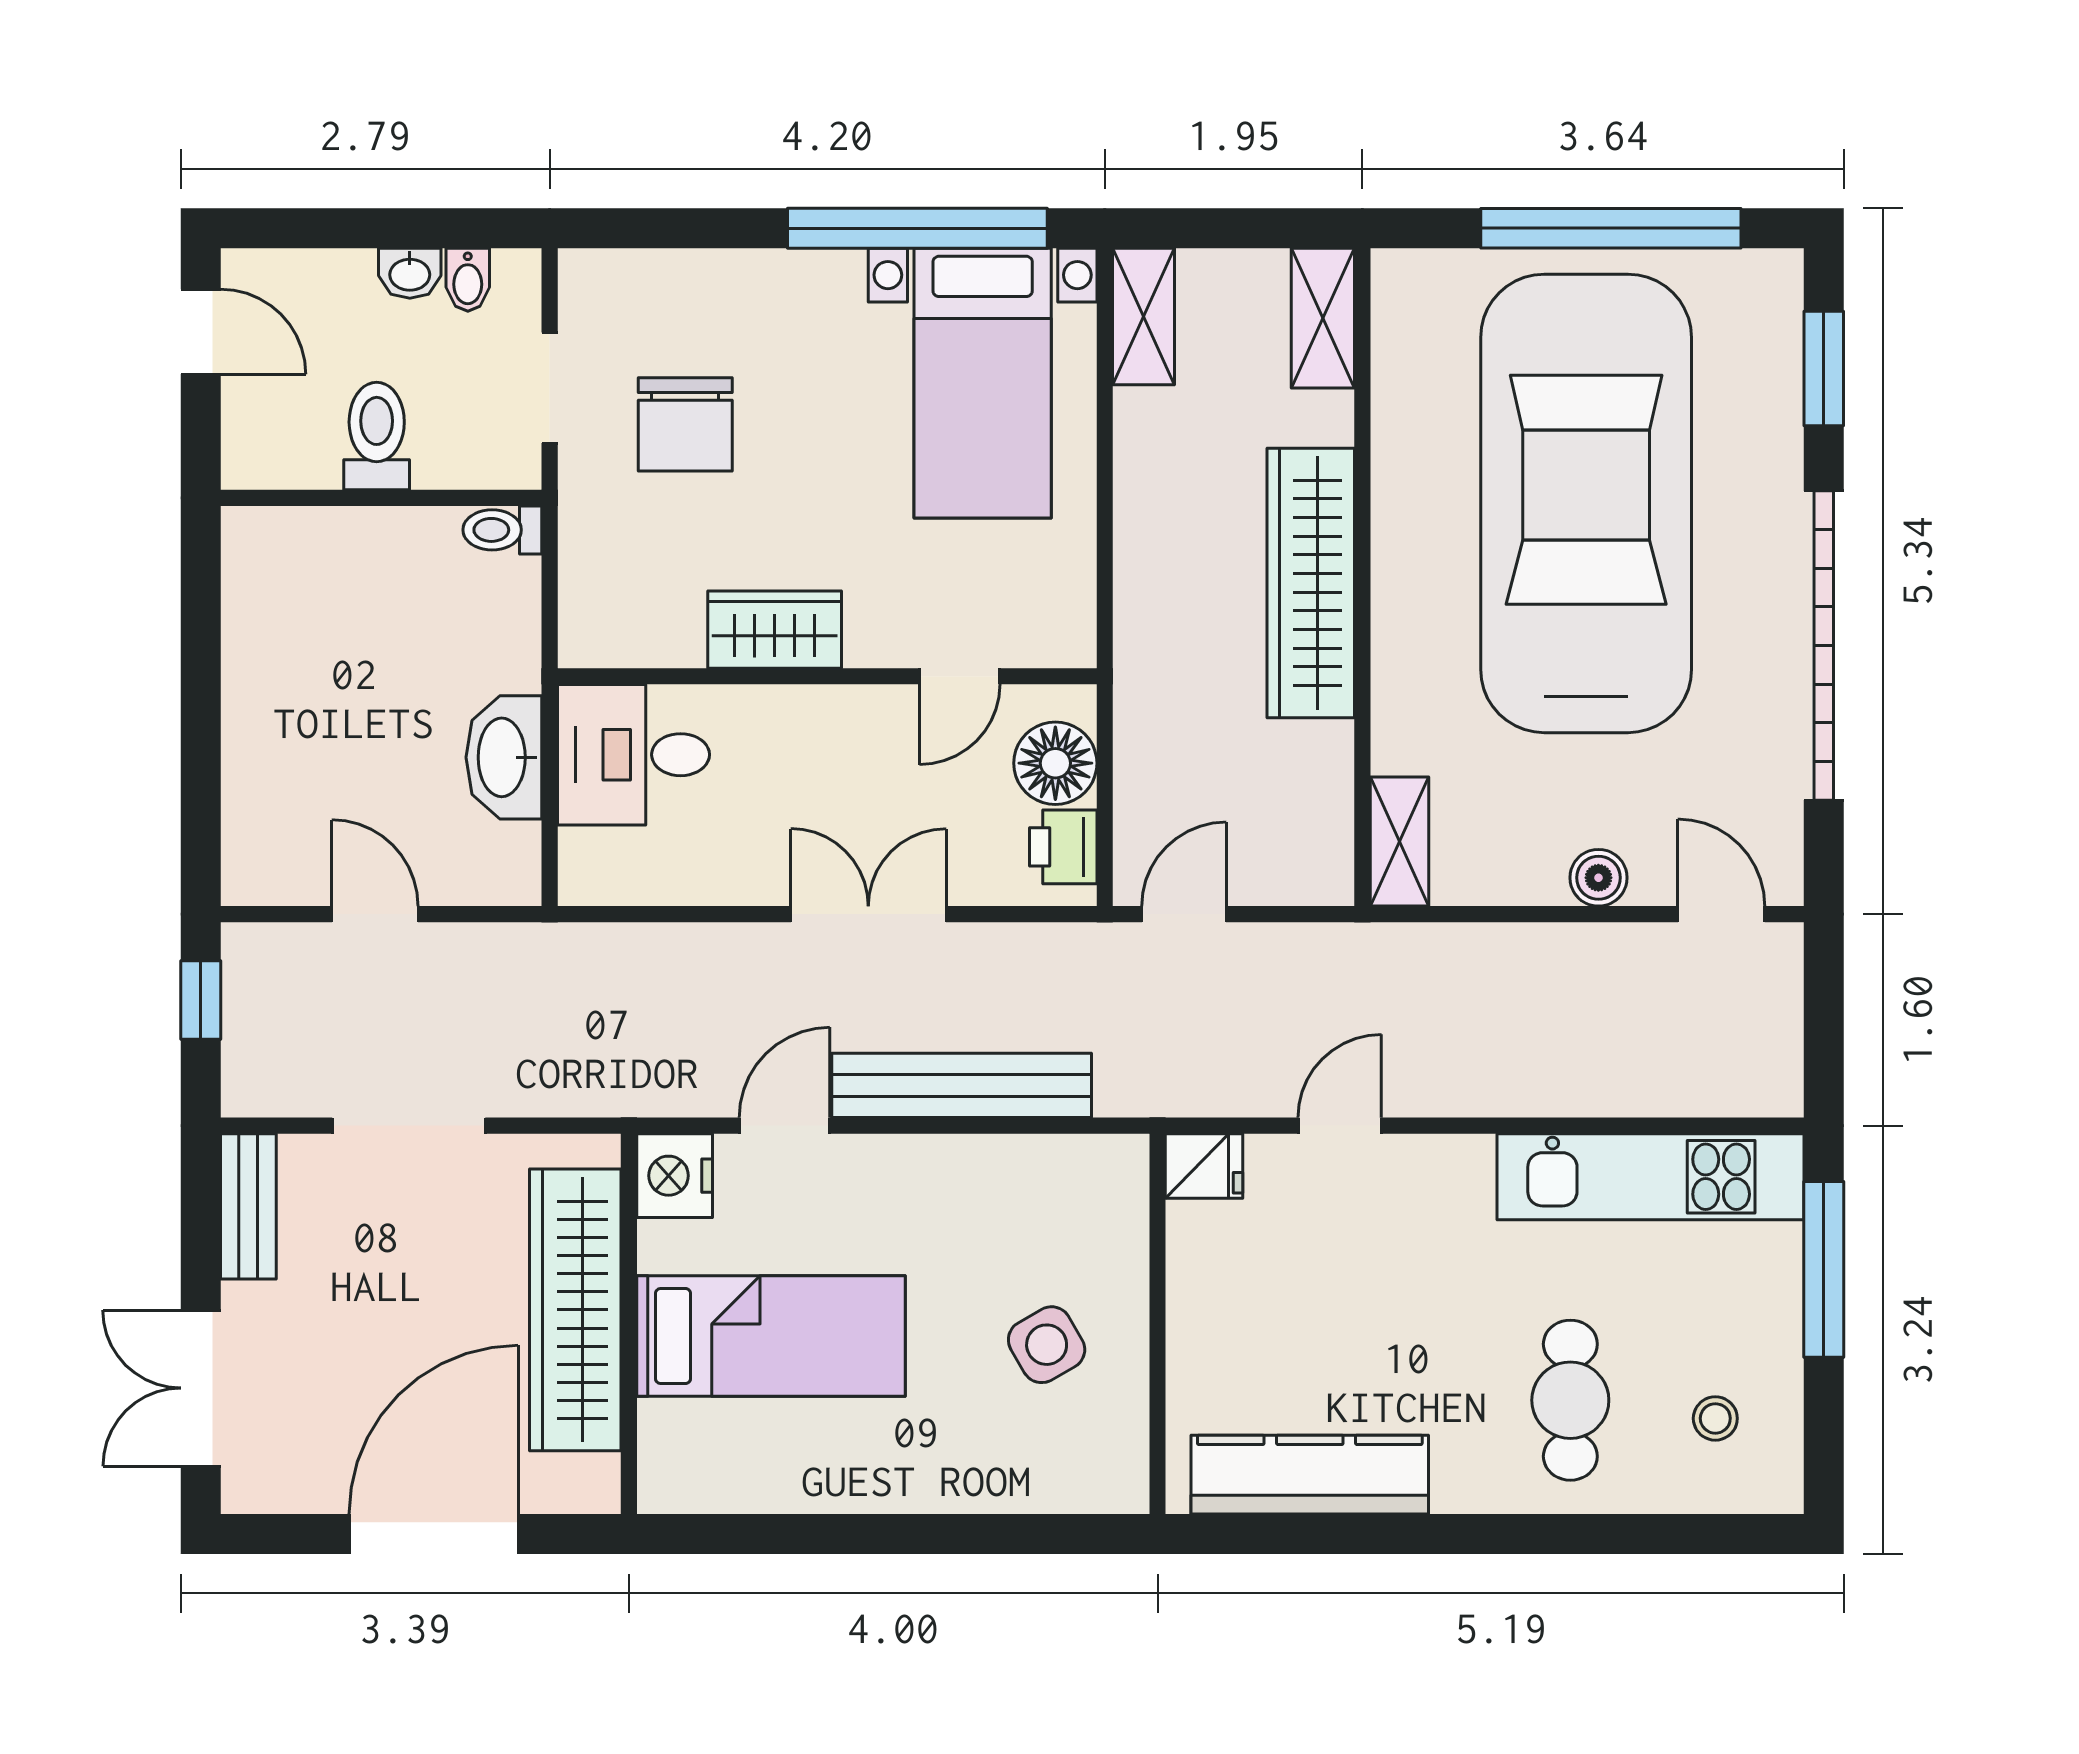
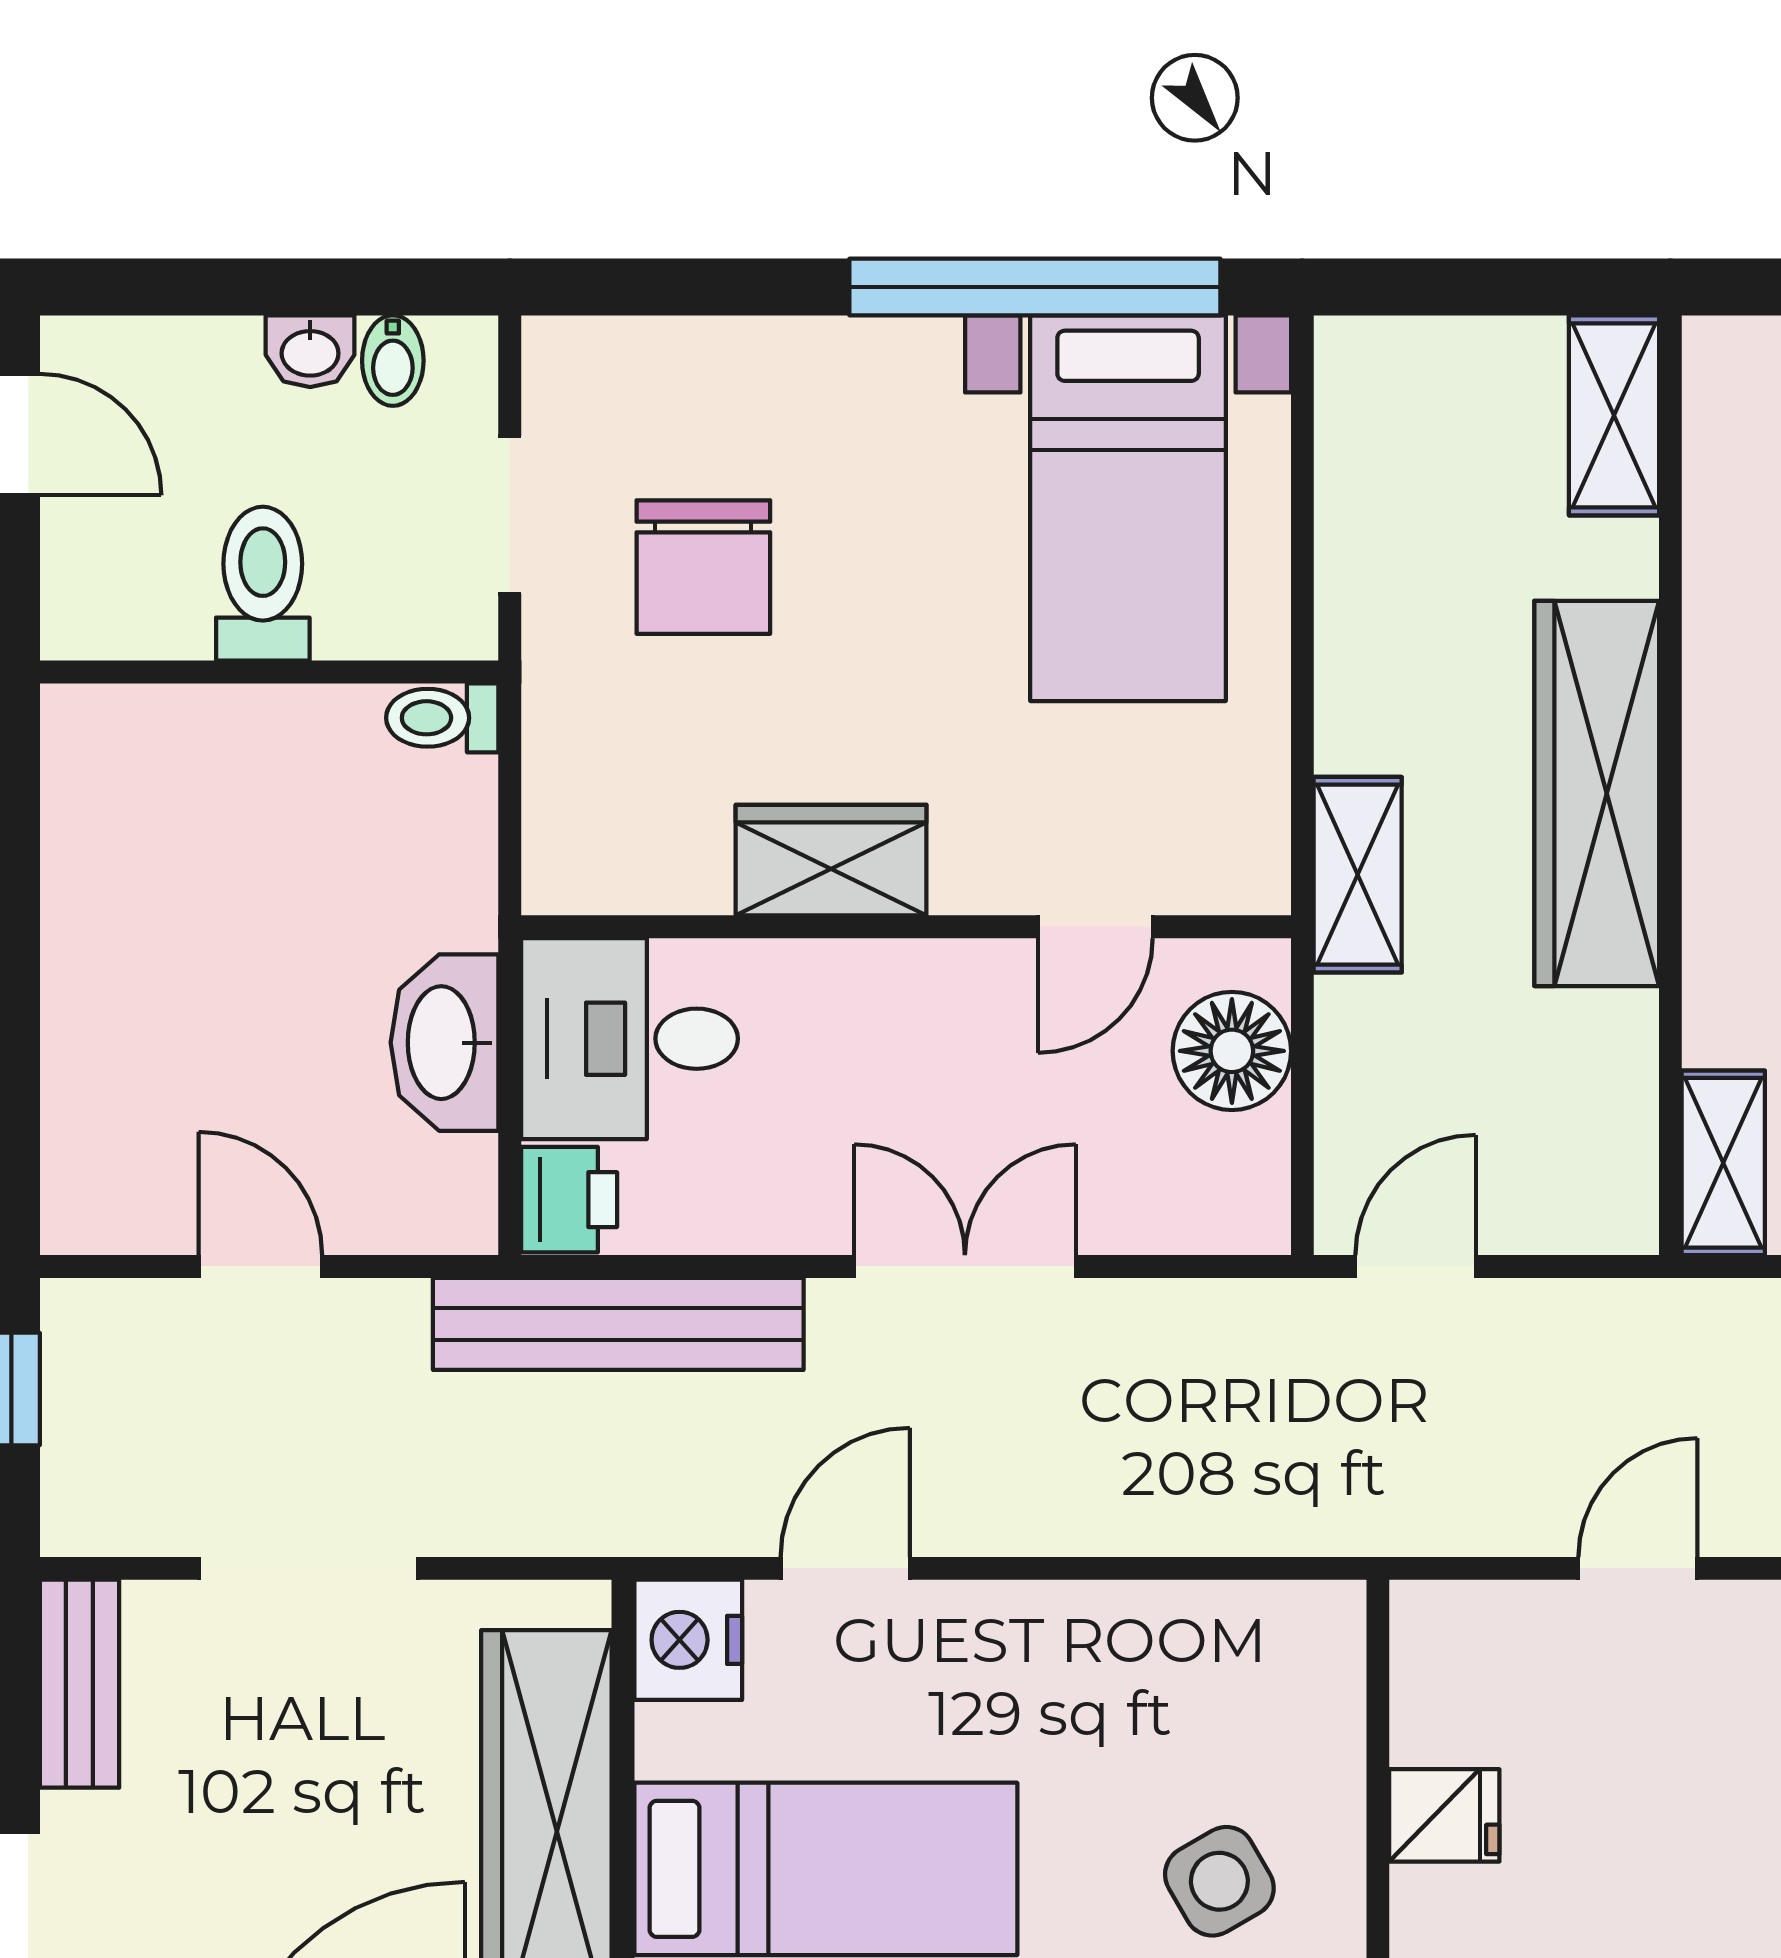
shelving: (1143, 317) -> (1358, 875), moved
printer: (1063, 847) -> (569, 1200), moved, turned 180
bench: (962, 1085) -> (618, 1324), moved
fridge: (1204, 1166) -> (1444, 1815), moved

